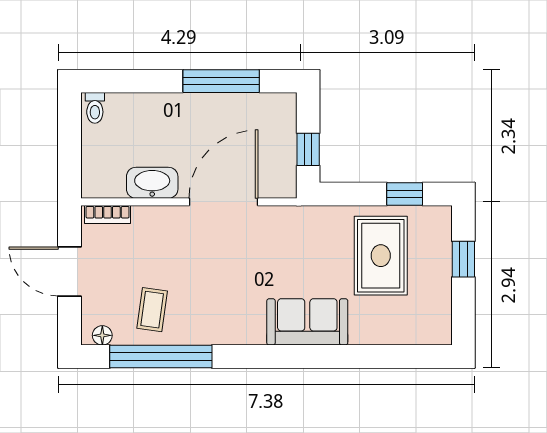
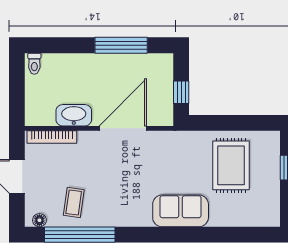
window: (405, 194) -> (247, 123), removed
bookcase: (108, 214) -> (52, 137), width x1.56

